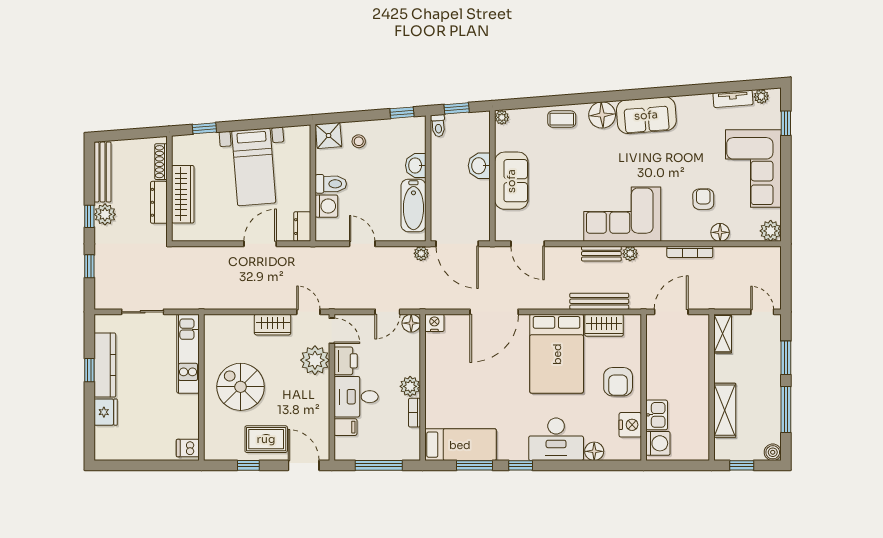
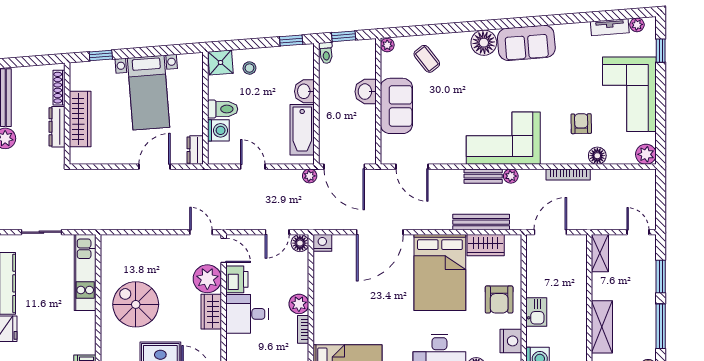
coffee table: (562, 119) -> (427, 59), moved, turned 52
wardrobe: (273, 325) -> (211, 312), moved, turned 90
kitchen sink: (657, 415) -> (536, 312), moved
filing cabinet: (345, 427) -> (237, 343), removed

